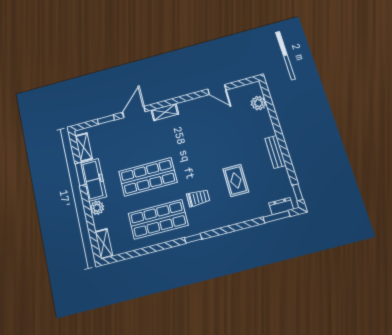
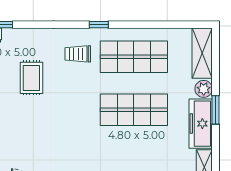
window: (80, 174) -> (216, 110), moved
trolley: (198, 198) -> (78, 54), moved
shelving: (104, 244) -> (202, 53), width x1.50, depth x1.33

